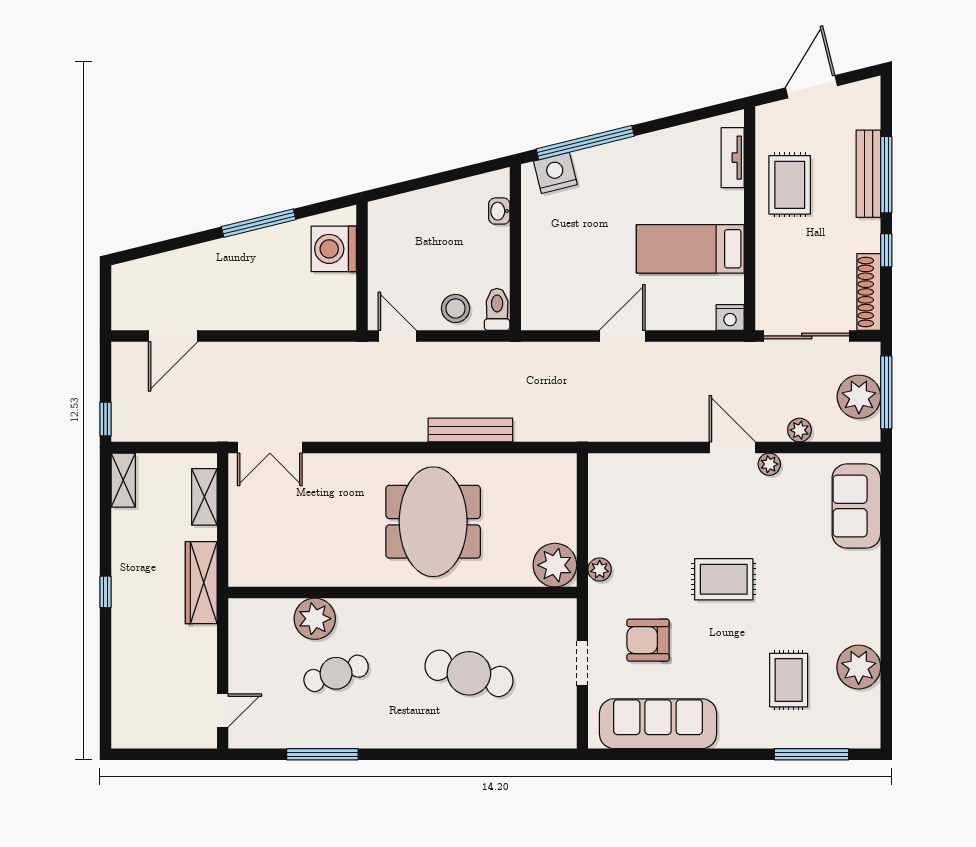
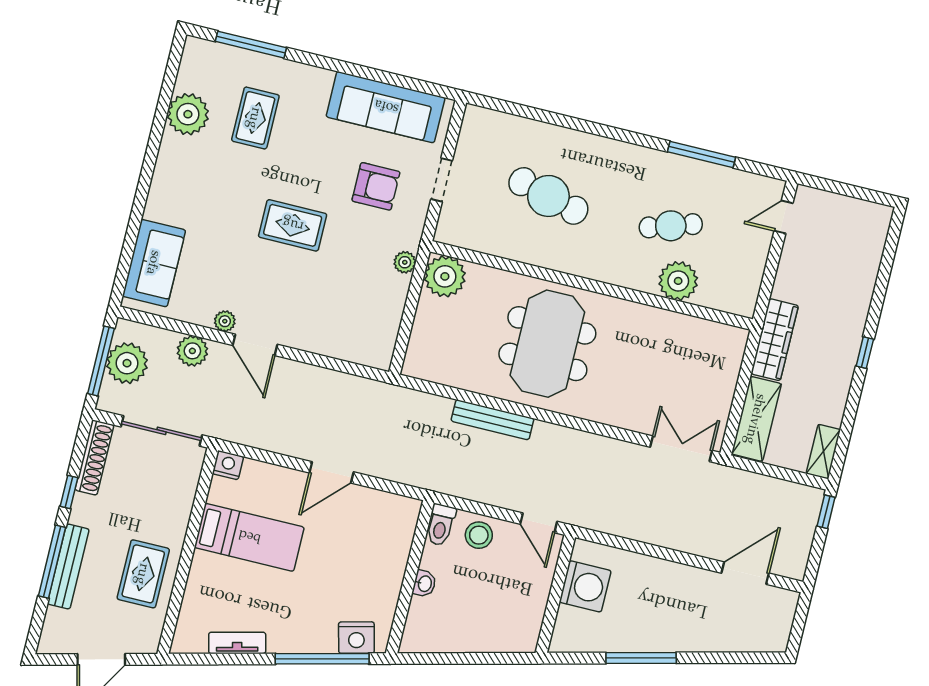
tv unit: (733, 158) -> (237, 643), moved, turned -104
washbasin: (499, 211) -> (424, 584), moved
washing machine: (334, 249) -> (585, 586), moved
plant: (799, 430) -> (192, 351), width x1.38, depth x1.38
shelving: (204, 497) -> (756, 419), width x1.50, depth x1.33

